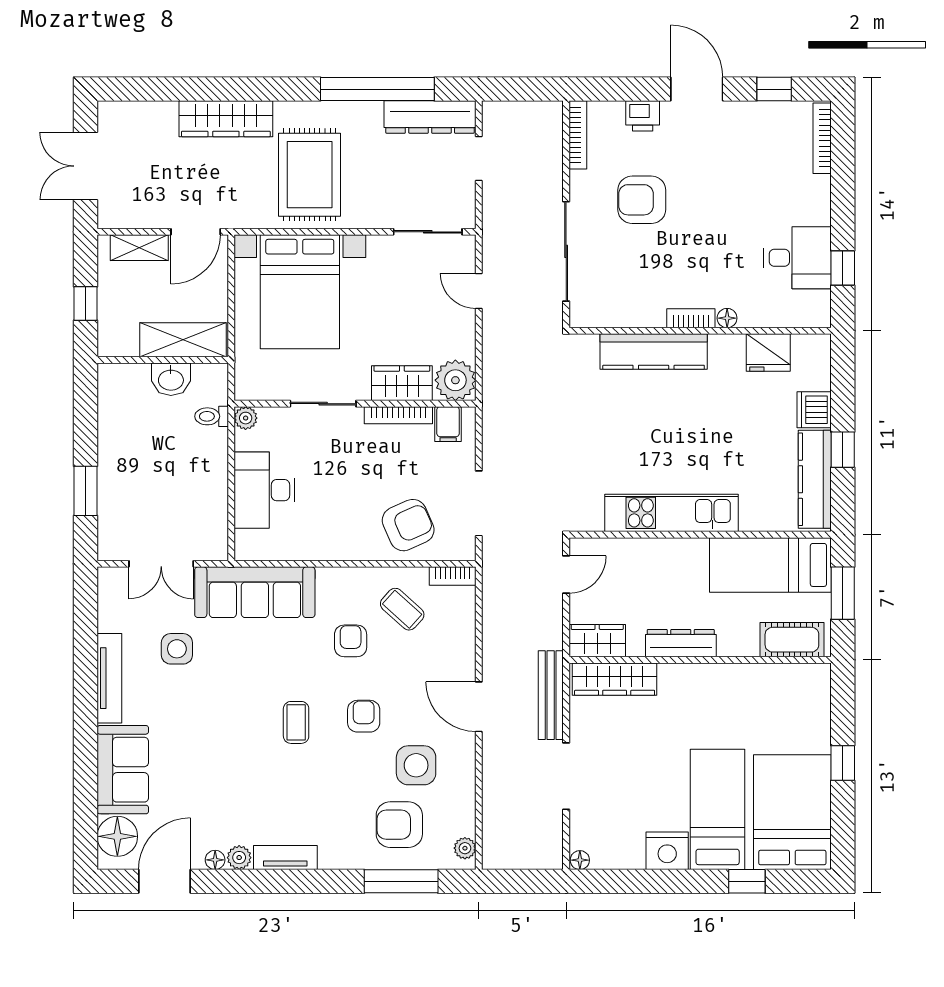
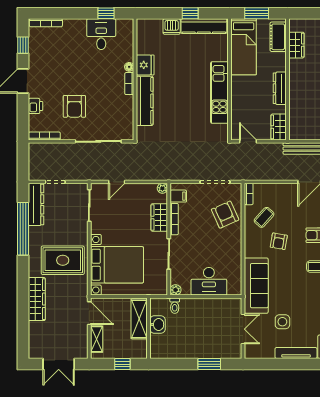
fridge: (768, 353) -> (145, 65), moved
plant: (455, 380) -> (162, 188), width x0.53, depth x0.53
armchair: (351, 641) -> (279, 241), turned -80
wardrobe: (615, 679) -> (296, 45), moved, width x0.67

